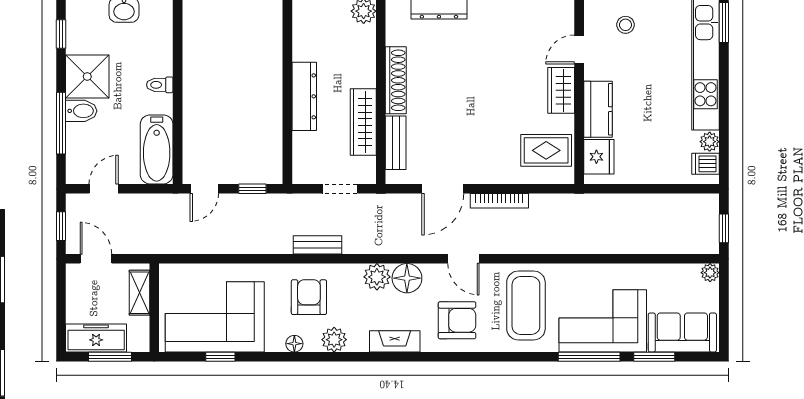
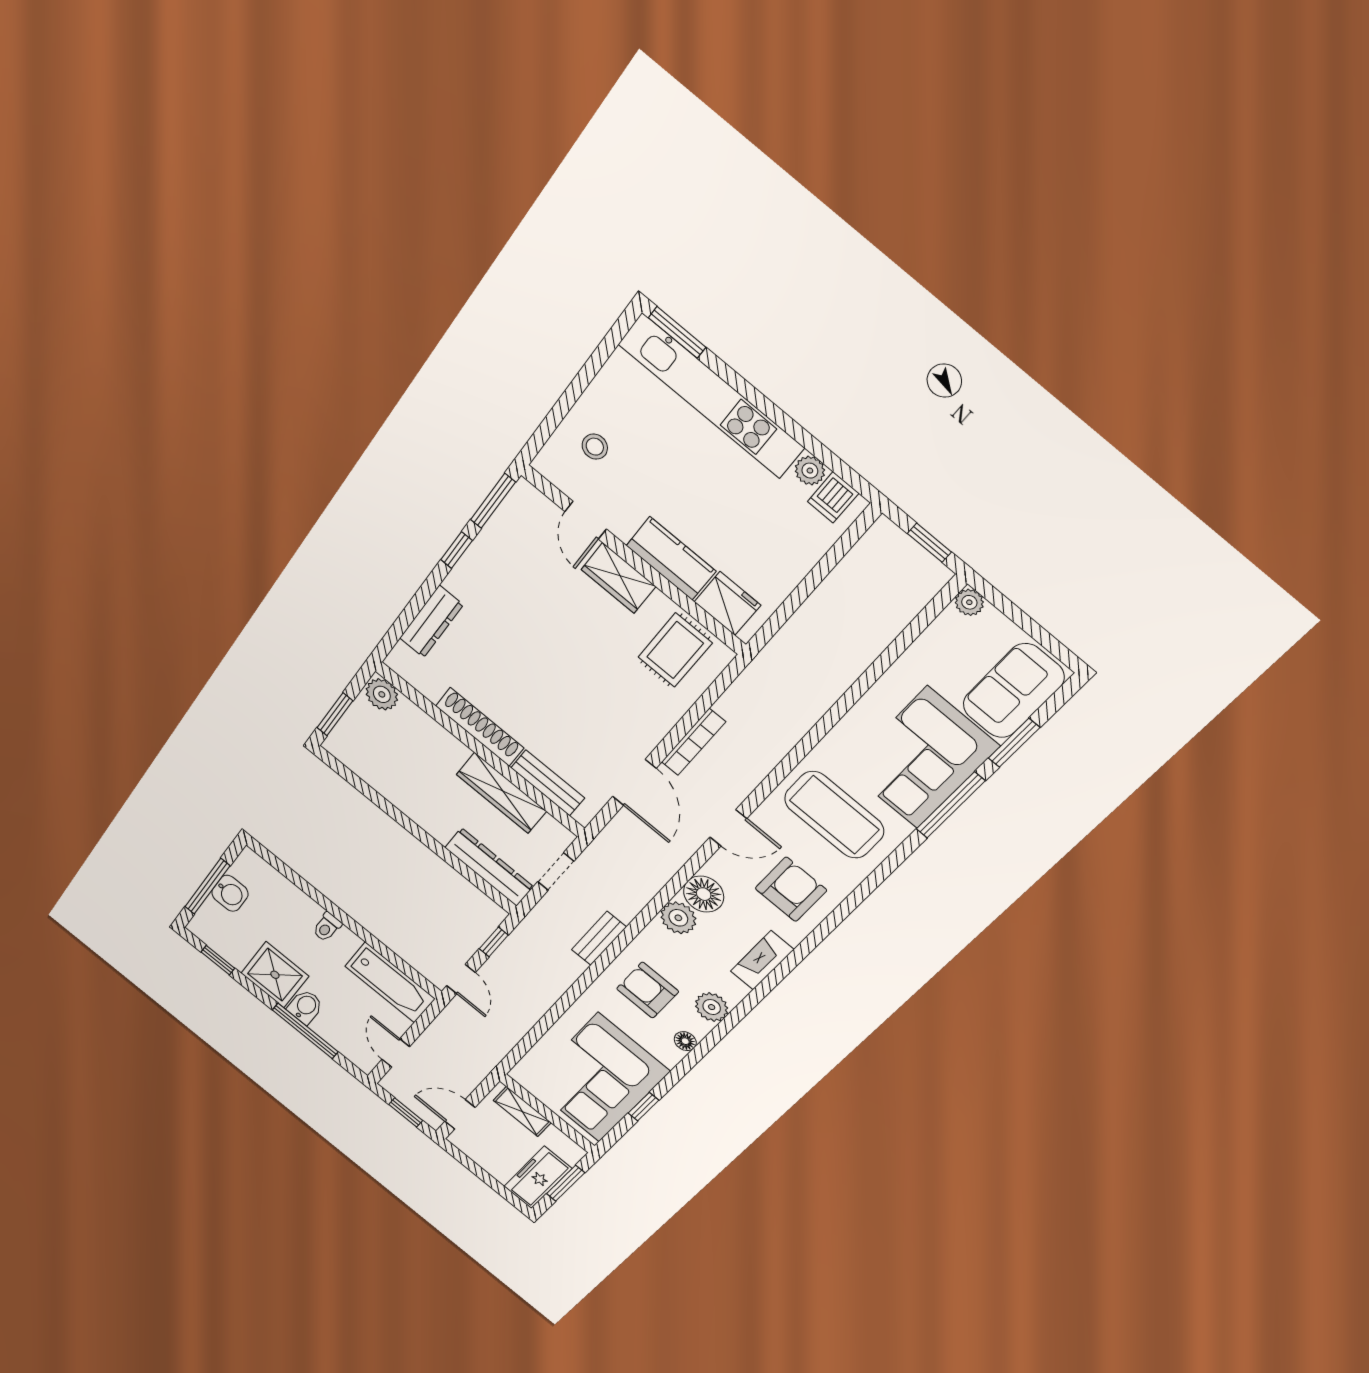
dresser: (304, 96) -> (489, 867), moved

